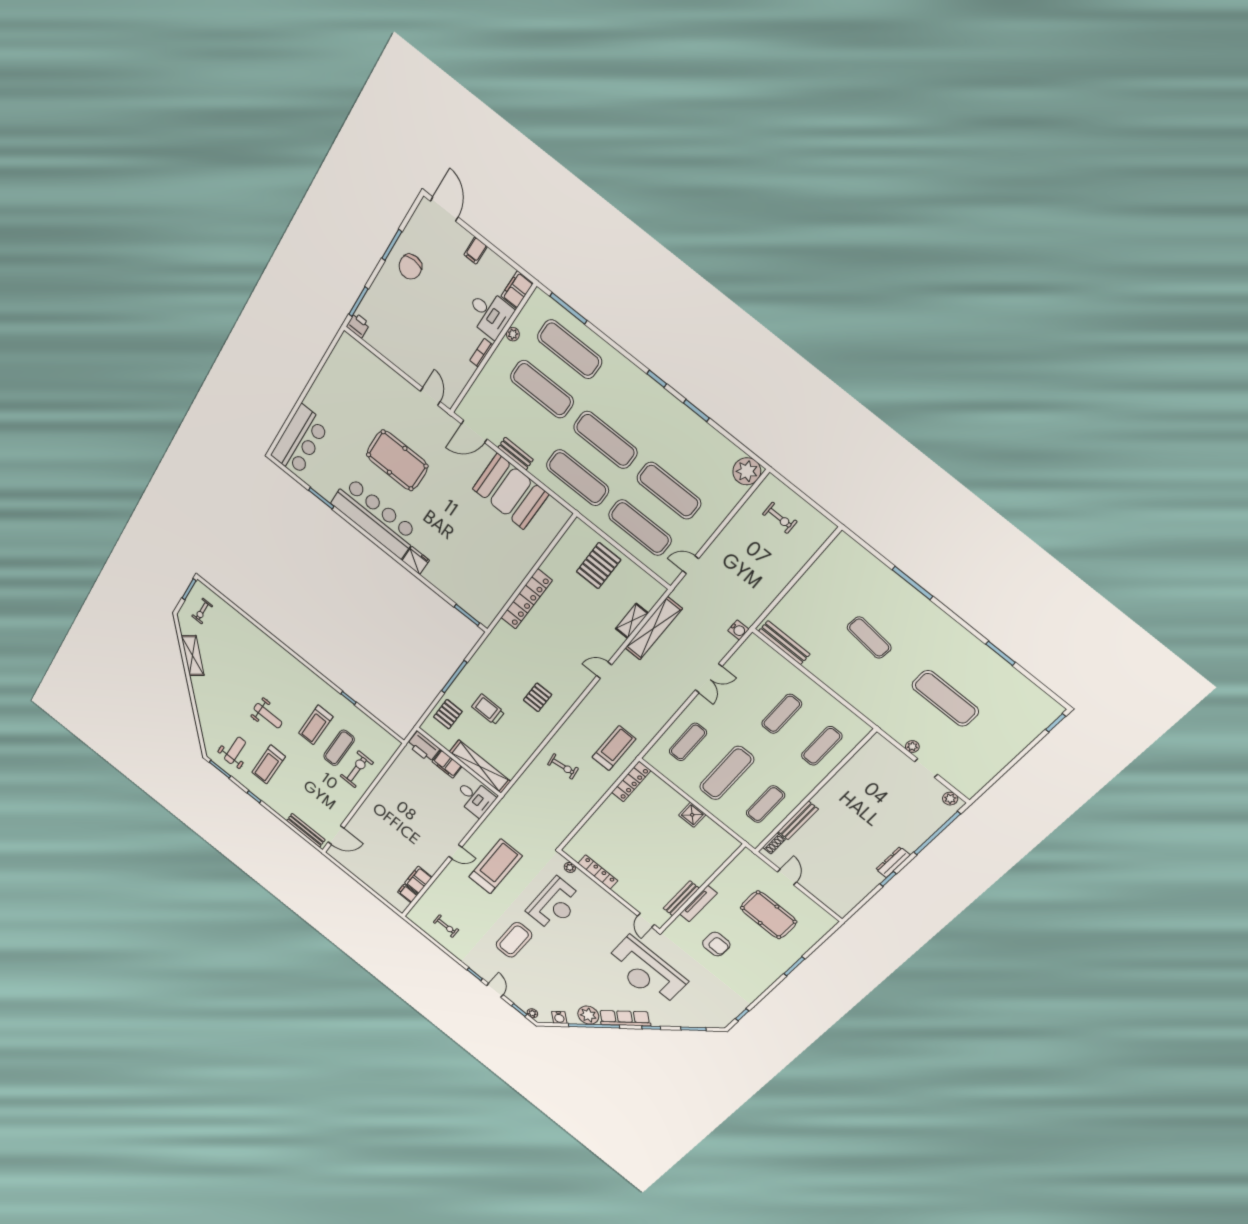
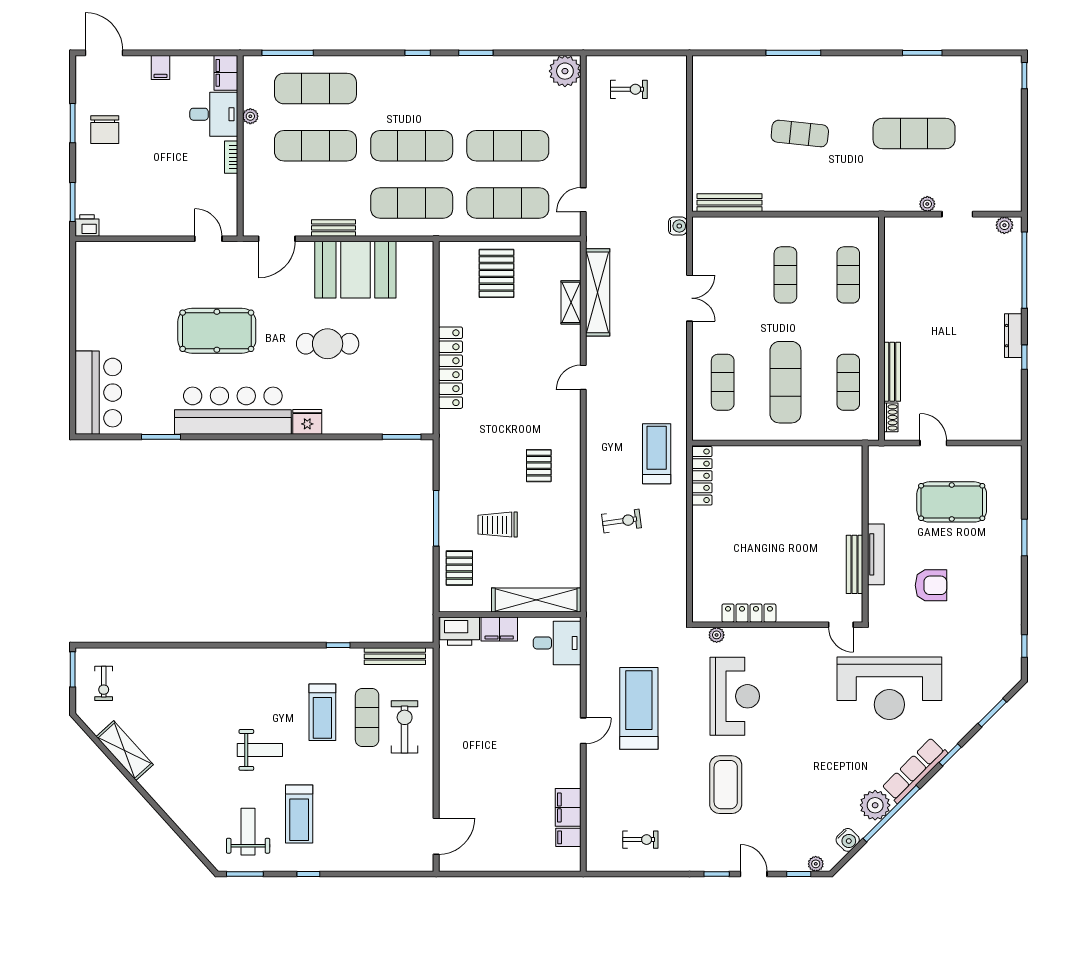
cafe table: (461, 524) -> (328, 344), added
shower: (692, 815) -> (790, 458), removed
bench: (306, 830) -> (395, 656), moved

